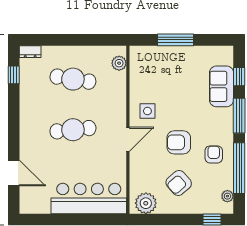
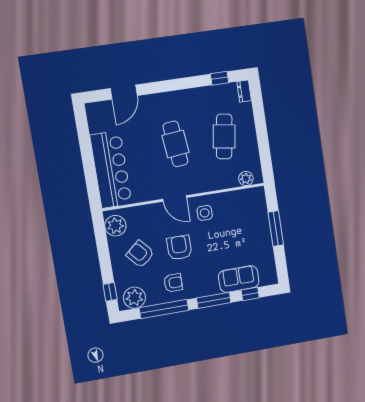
plant: (227, 196) -> (134, 298), width x1.87, depth x1.87

